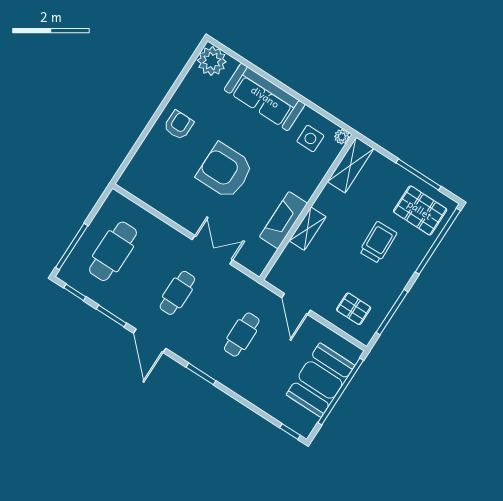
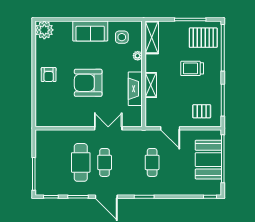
sofa: (265, 97) -> (90, 31), width x0.73
armchair: (179, 125) -> (49, 75), turned 180
plant: (342, 137) -> (138, 56), moved
trolley: (378, 242) -> (192, 68), turned -88
cafe table: (113, 251) -> (81, 162), moved

